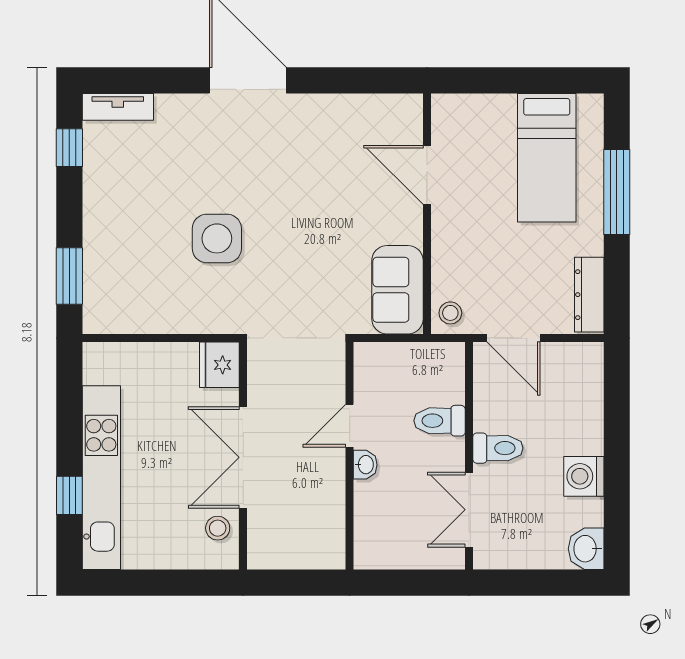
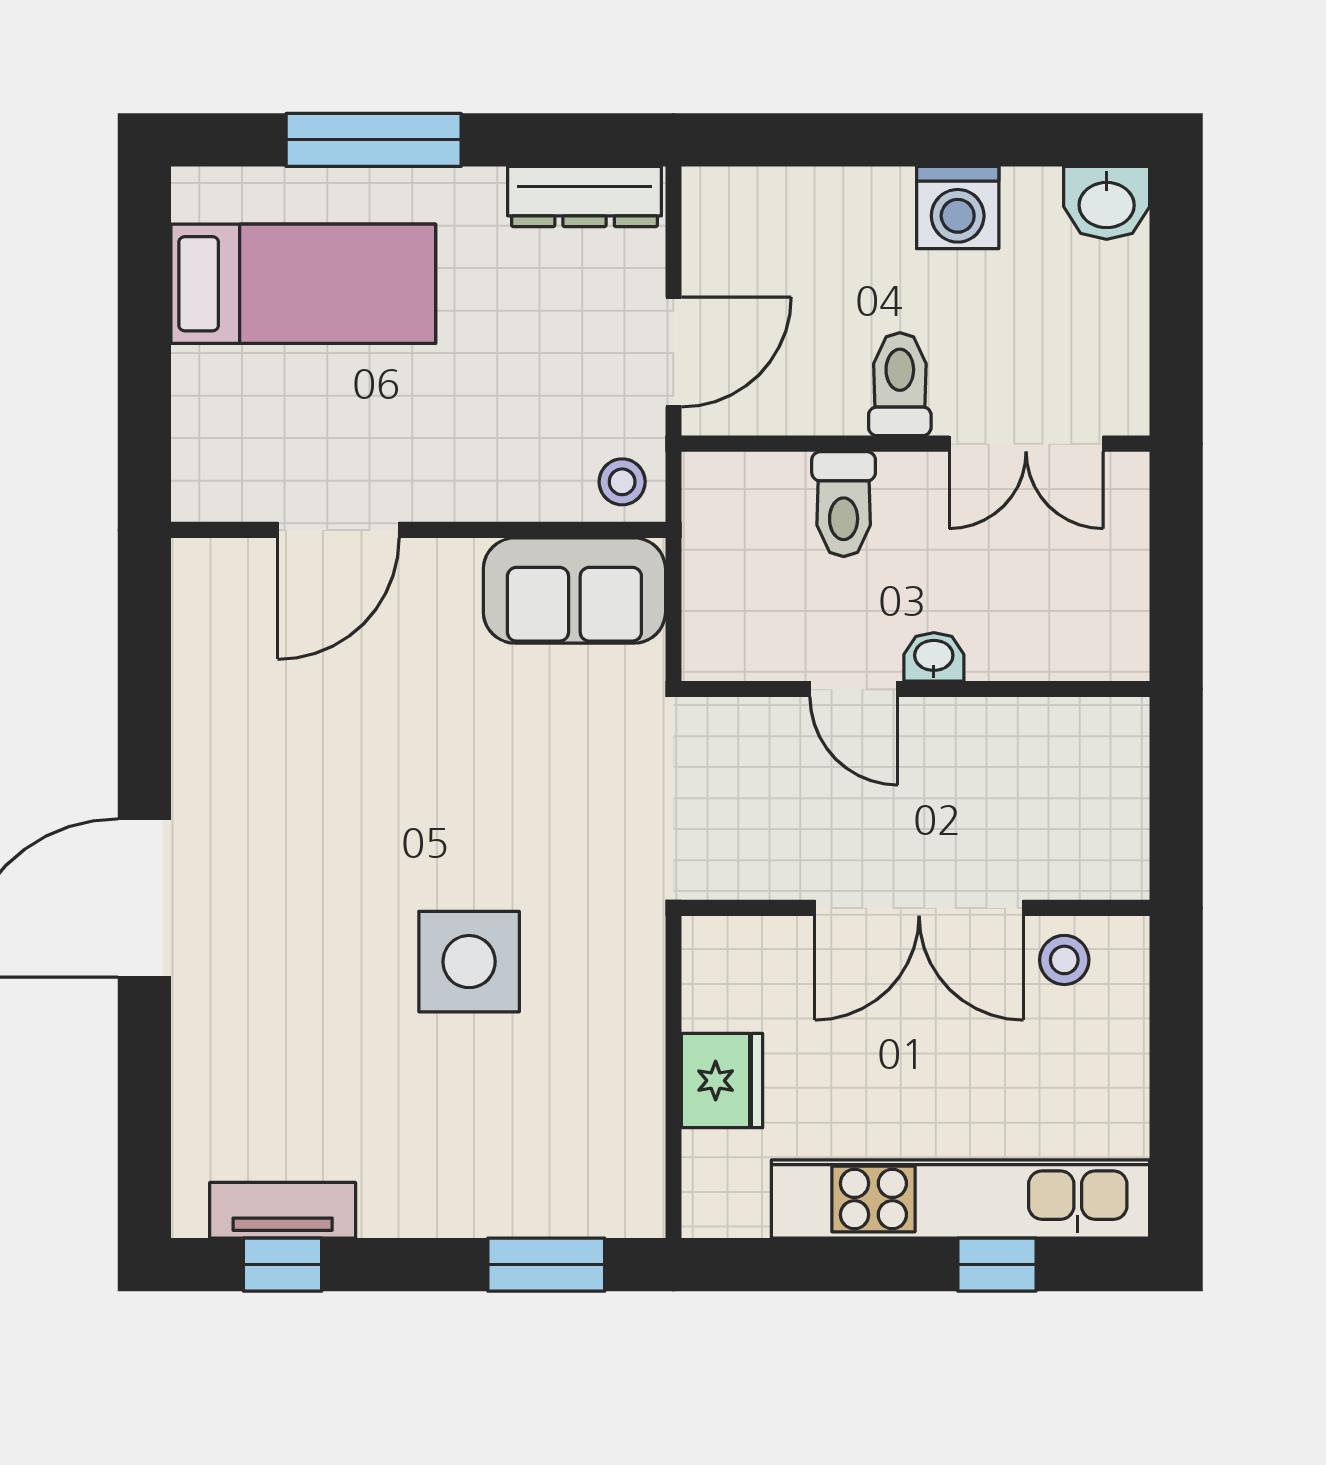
tv unit: (118, 107) -> (283, 1210), moved, turned -90
fridge: (219, 365) -> (722, 1081), moved, turned -90

